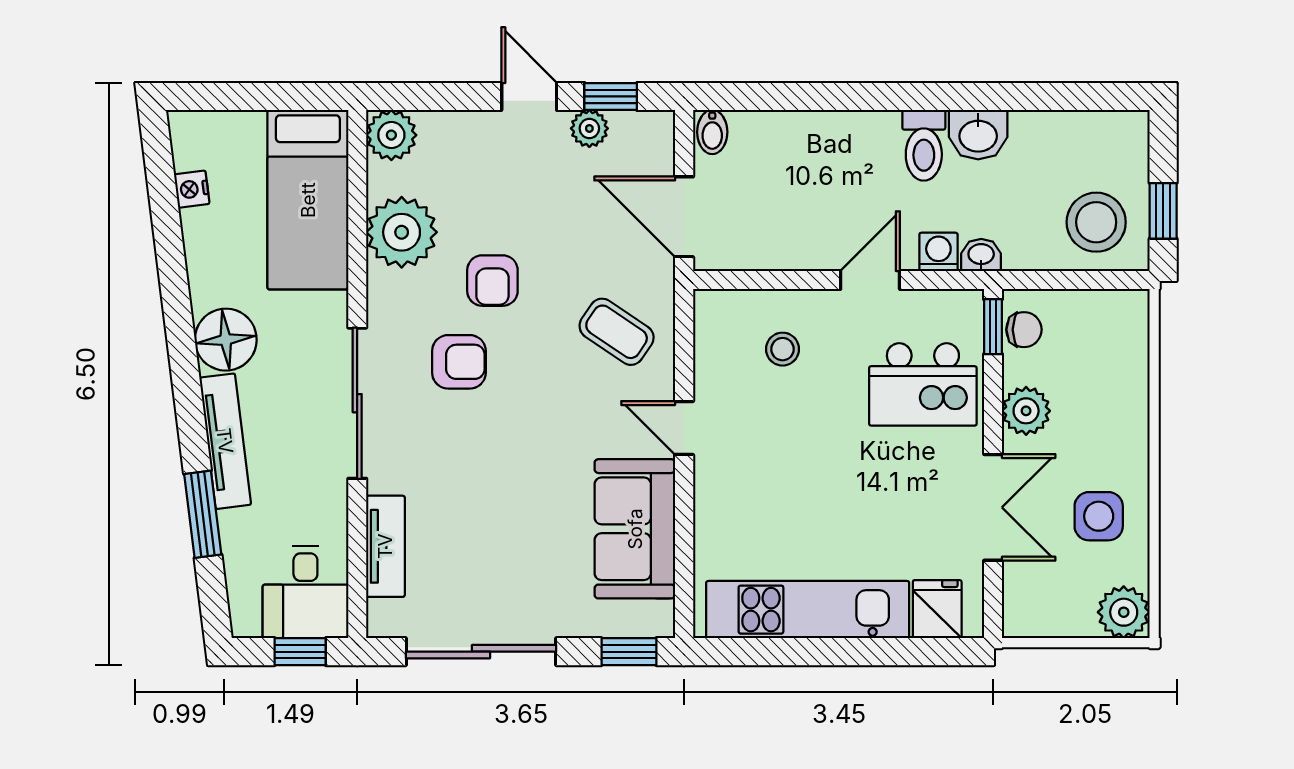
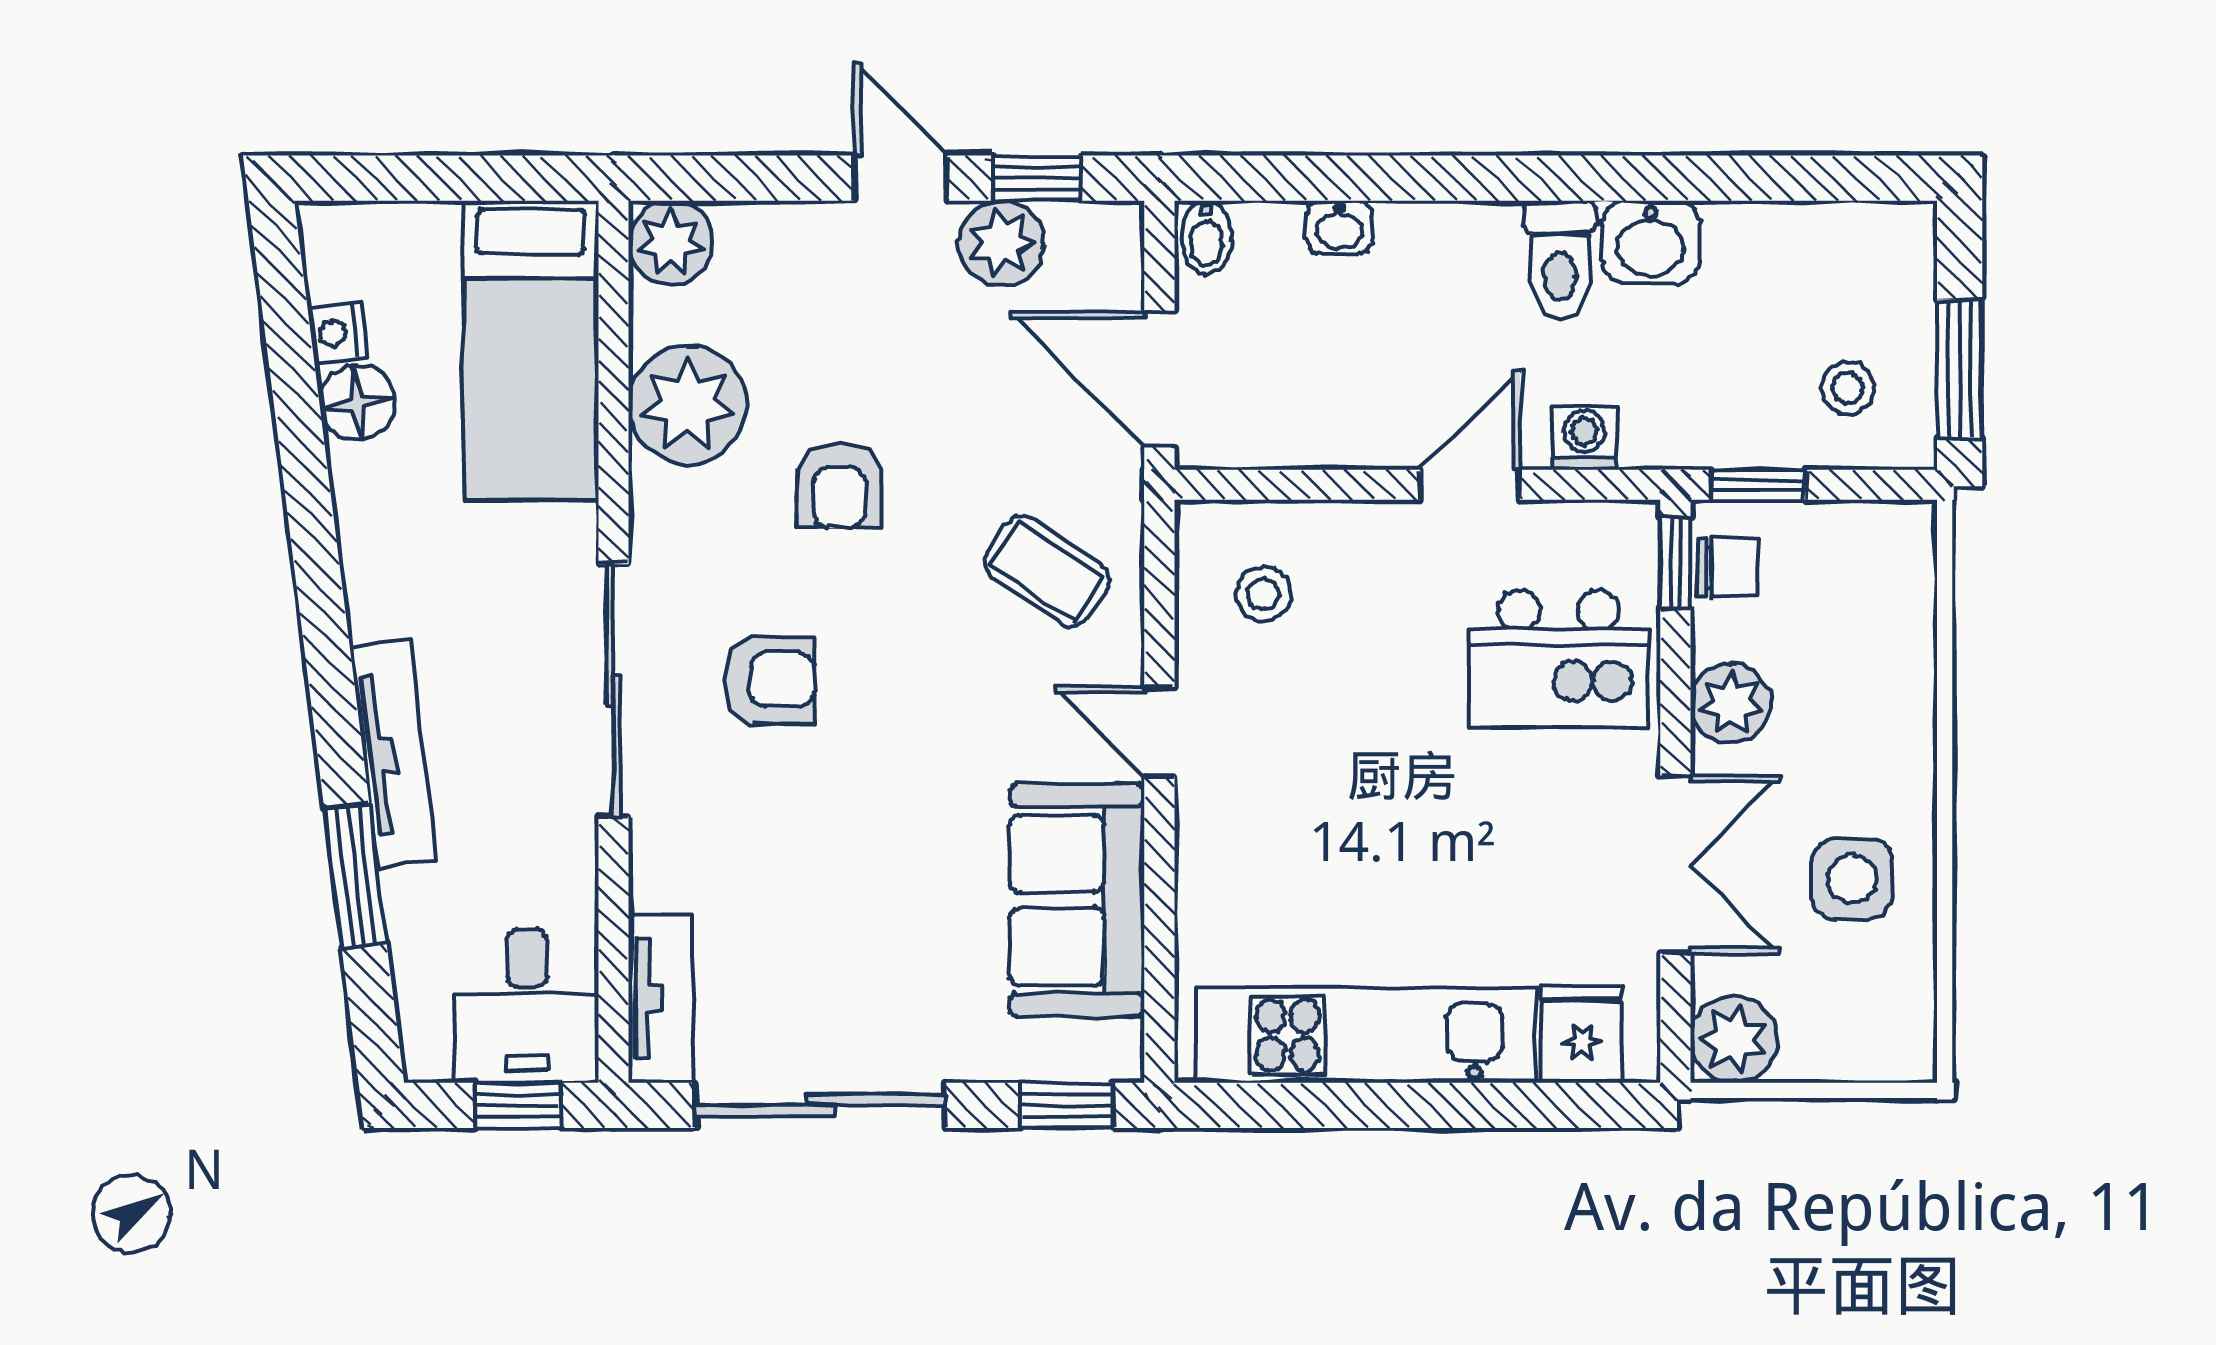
plant: (589, 128) -> (1001, 243), width x1.38, depth x1.38
window: (1163, 211) -> (1960, 369), width x1.50
stool: (1096, 222) -> (1848, 388), width x0.53, depth x0.53
washbasin: (981, 255) -> (1339, 227), moved, turned 180
window: (1043, 280) -> (1758, 485), added
floor lamp: (226, 340) -> (357, 403), moved, width x0.73, depth x0.73
stool: (783, 349) -> (1263, 594), moved
armchair: (459, 362) -> (770, 680), moved
tv unit: (385, 546) -> (661, 999), moved
plant: (1124, 612) -> (1734, 1040), moved

